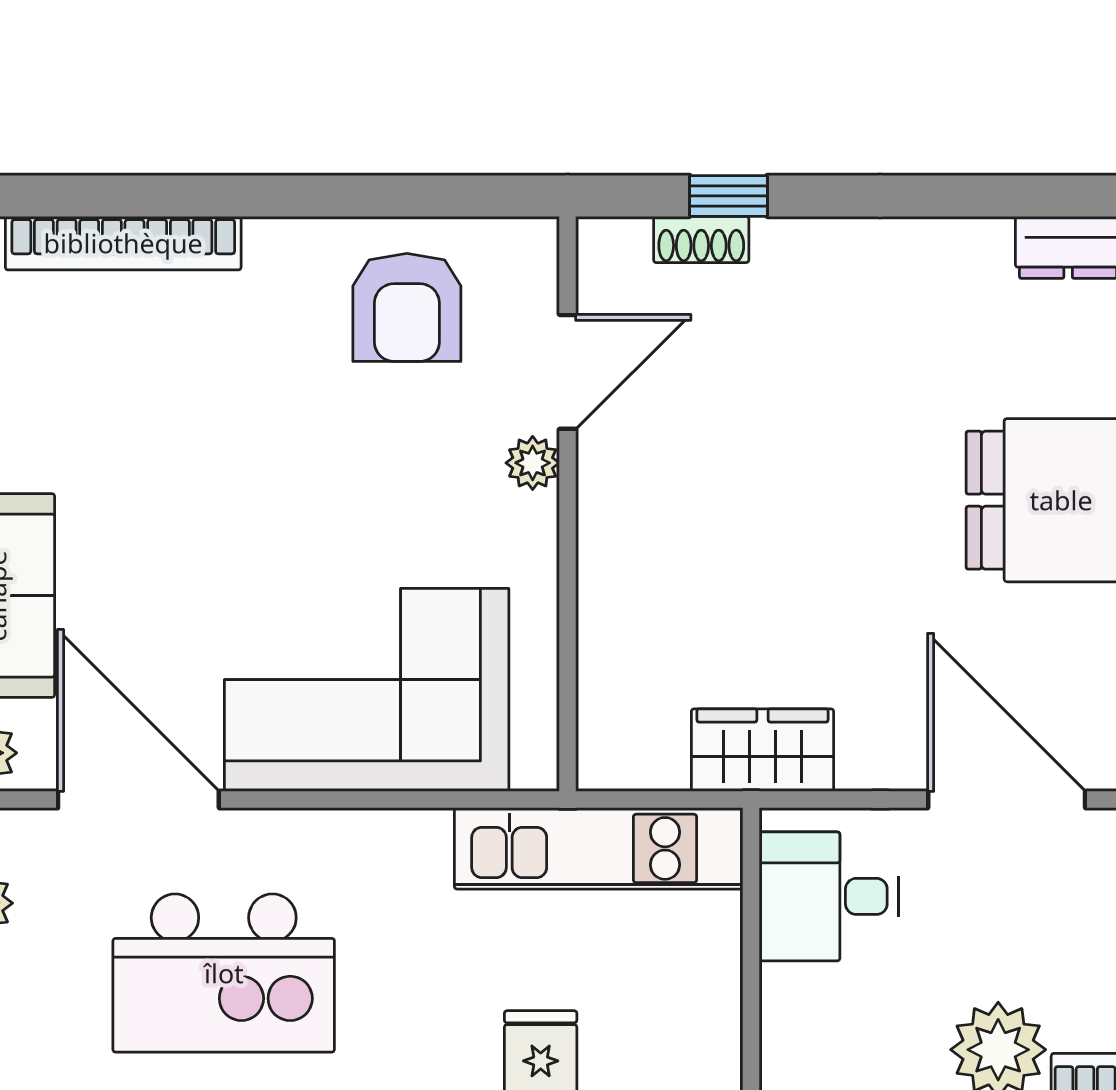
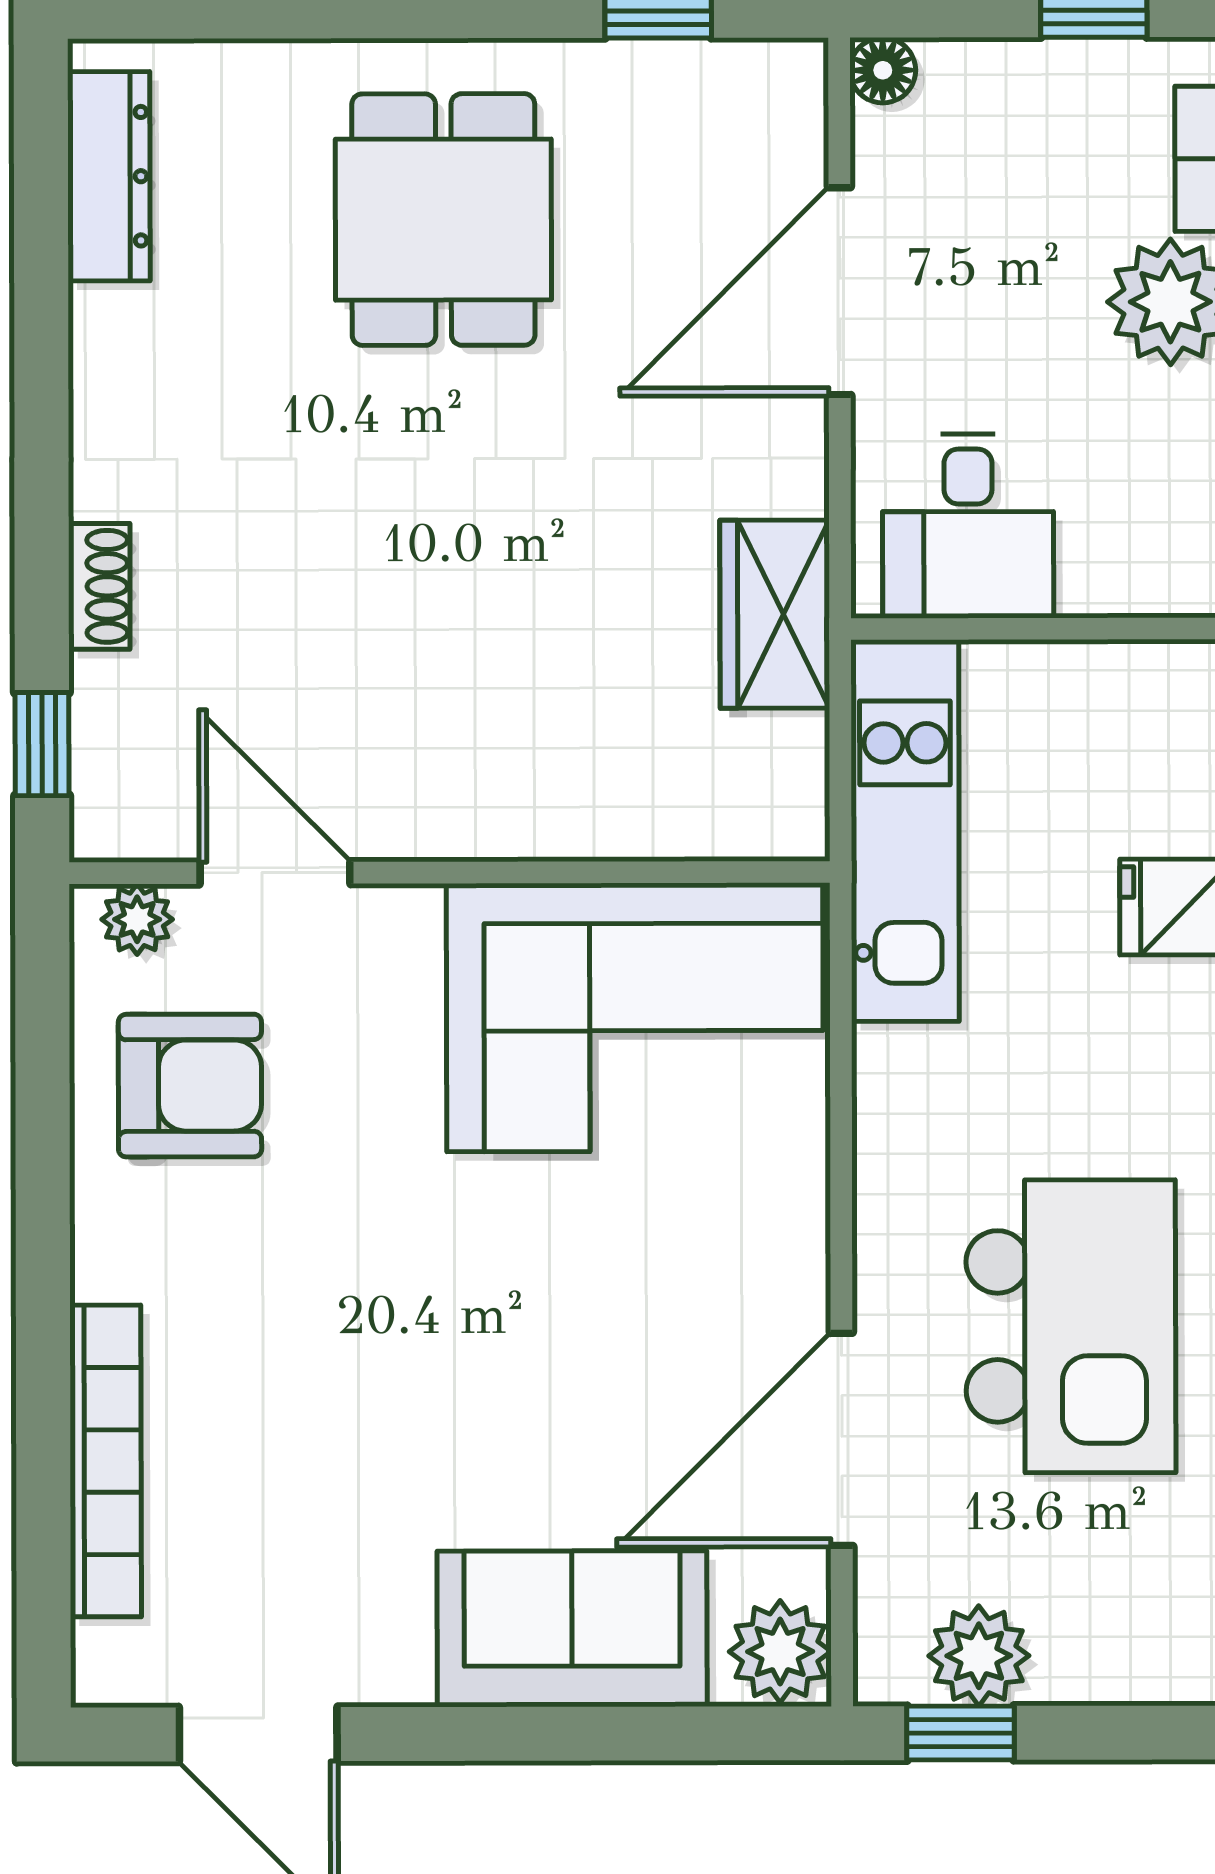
window: (728, 196) -> (42, 744), moved
shoe rack: (701, 239) -> (99, 586), moved
plant: (533, 463) -> (137, 919), moved
corner sofa: (367, 690) -> (635, 1017), moved, turned -90

